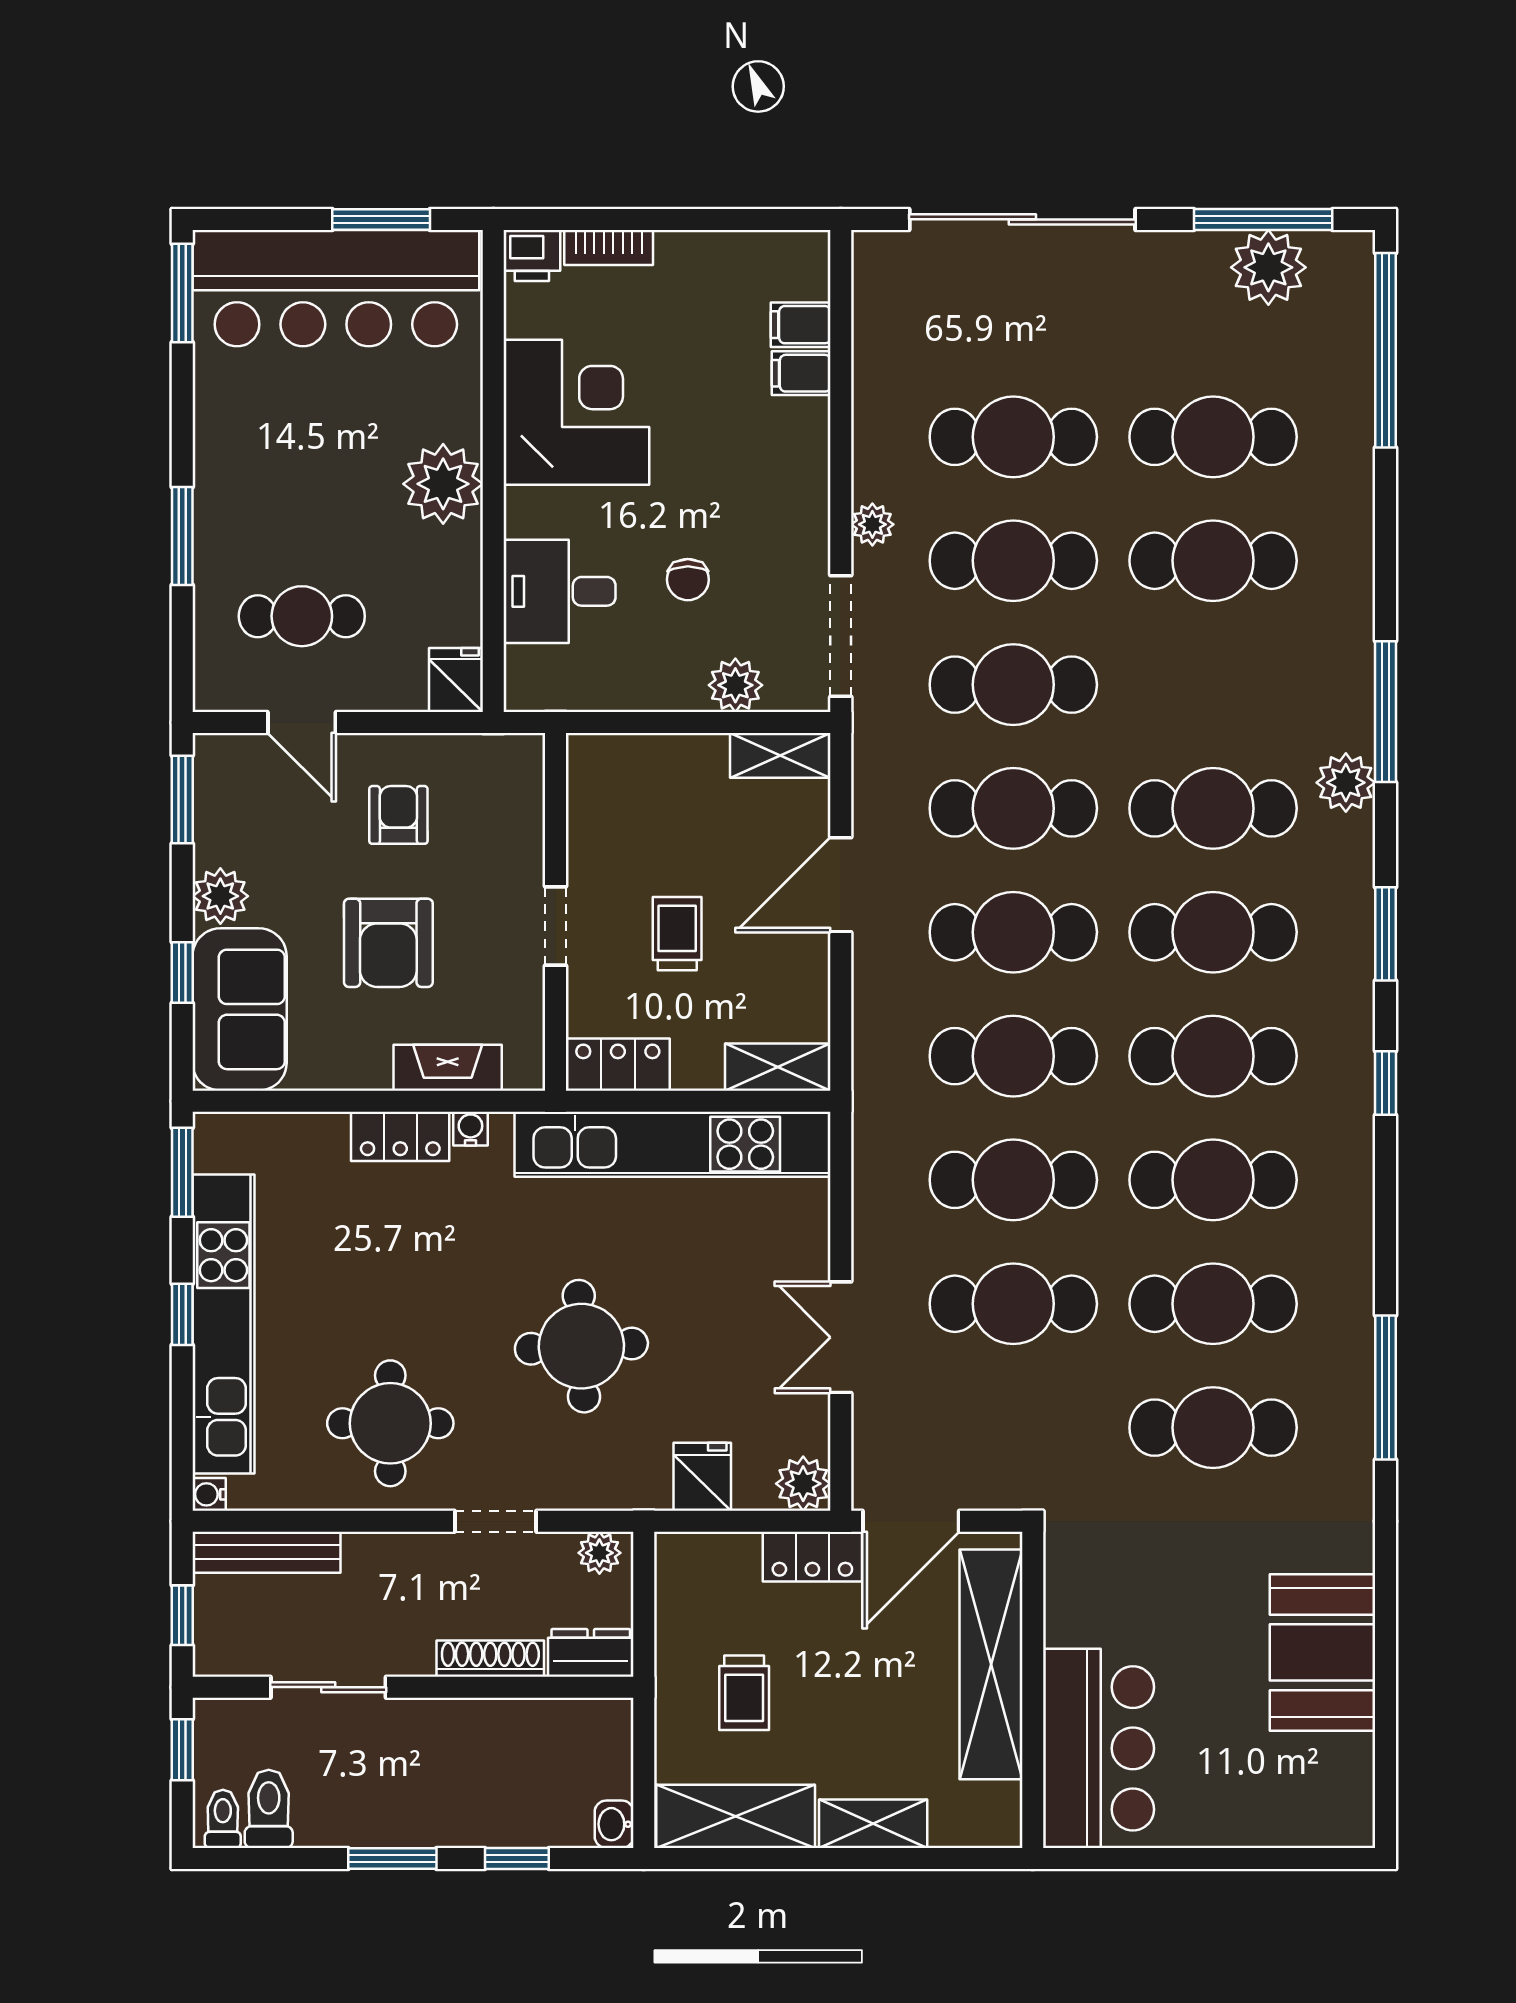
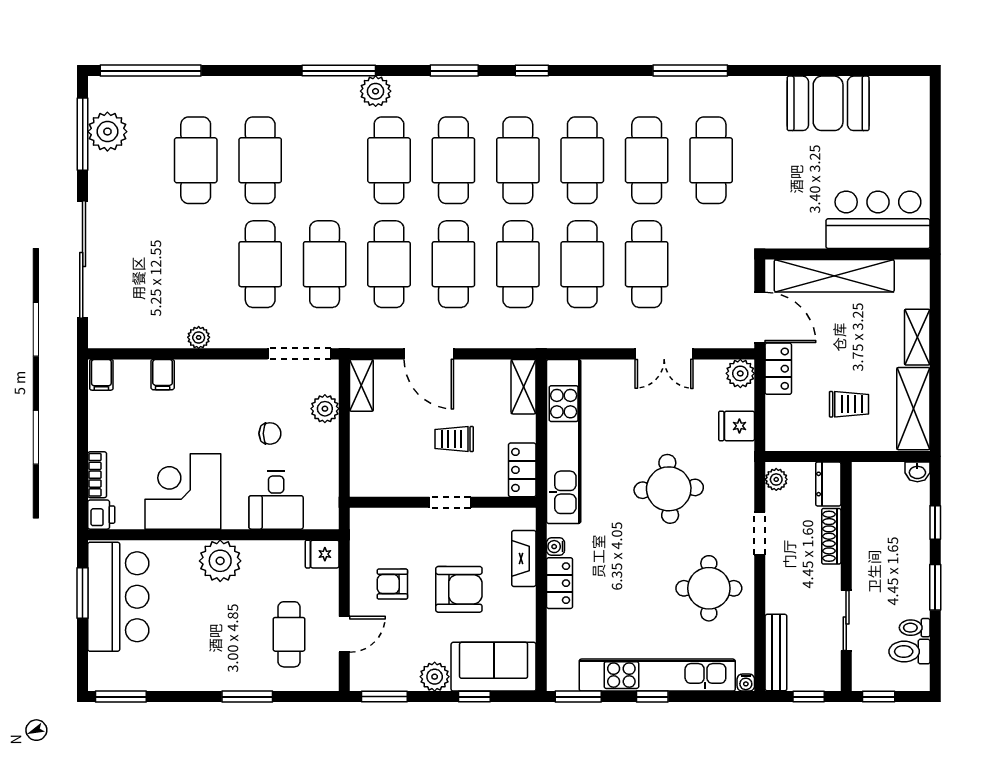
bar counter: (336, 288) -> (118, 597), width x0.73
filing cabinet: (801, 325) -> (101, 375), moved
cafe table: (1013, 437) -> (196, 264), removed
plant: (872, 524) -> (199, 337), moved
toilet: (223, 1819) -> (915, 628), moved

